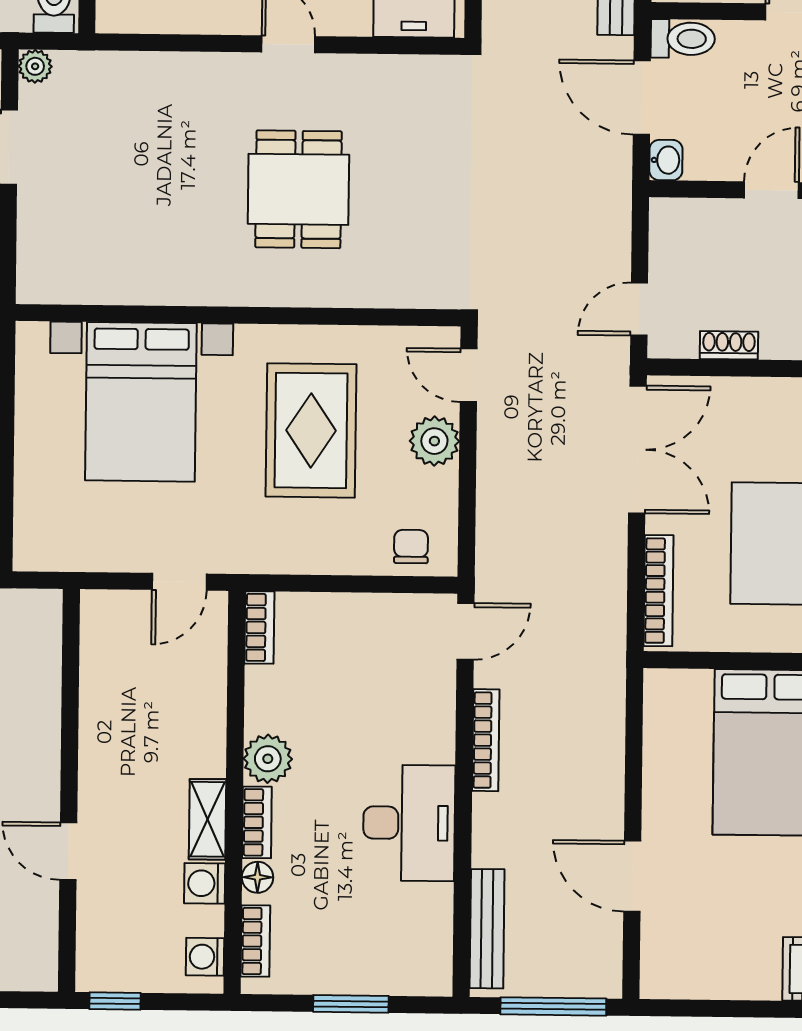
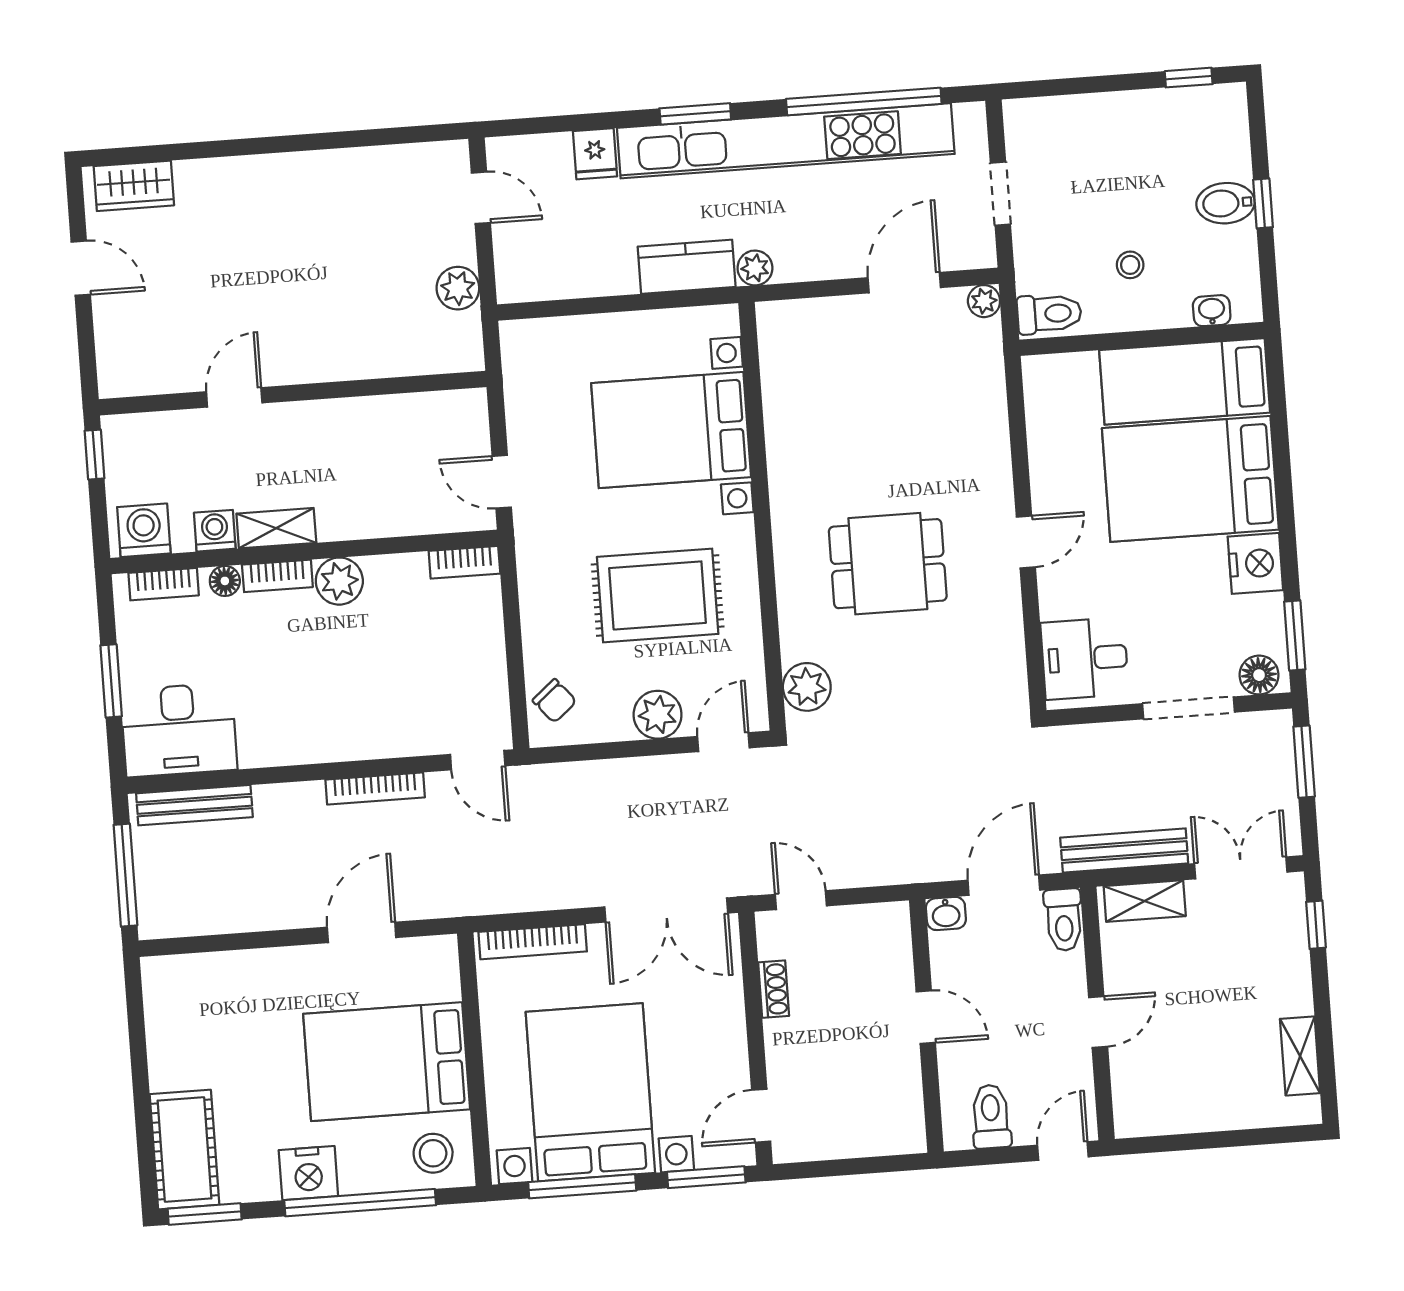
plant: (419, 284) -> (807, 687), added
chair: (411, 547) -> (555, 701), turned 50
desk: (409, 823) -> (179, 730), moved
door: (632, 876) -> (362, 932), moved
washing machine: (205, 957) -> (144, 530), width x1.38, depth x1.38

